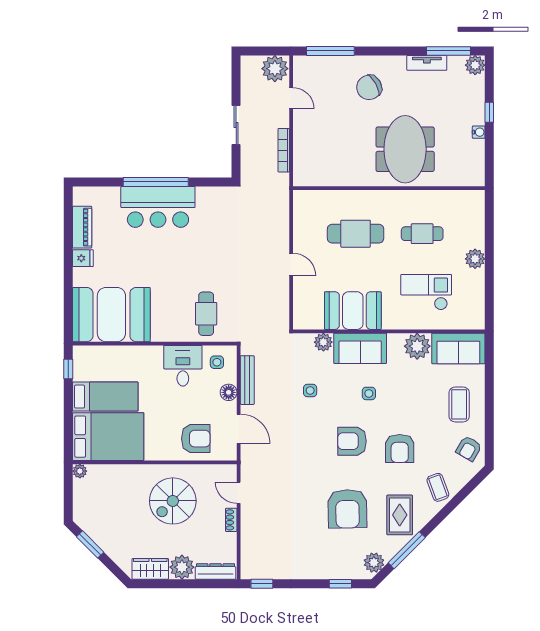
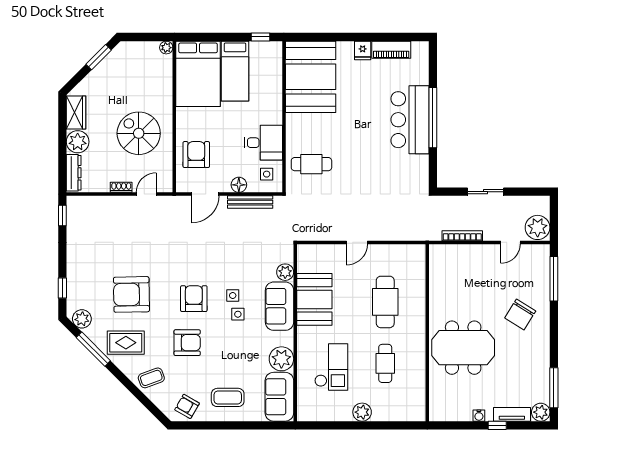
tv unit: (427, 63) -> (512, 414), moved, turned 90
chair: (369, 87) -> (520, 314), turned -119
side table: (310, 390) -> (233, 296), moved
armchair: (196, 439) -> (196, 155), turned 180
armchair: (400, 448) -> (187, 343), turned 180

